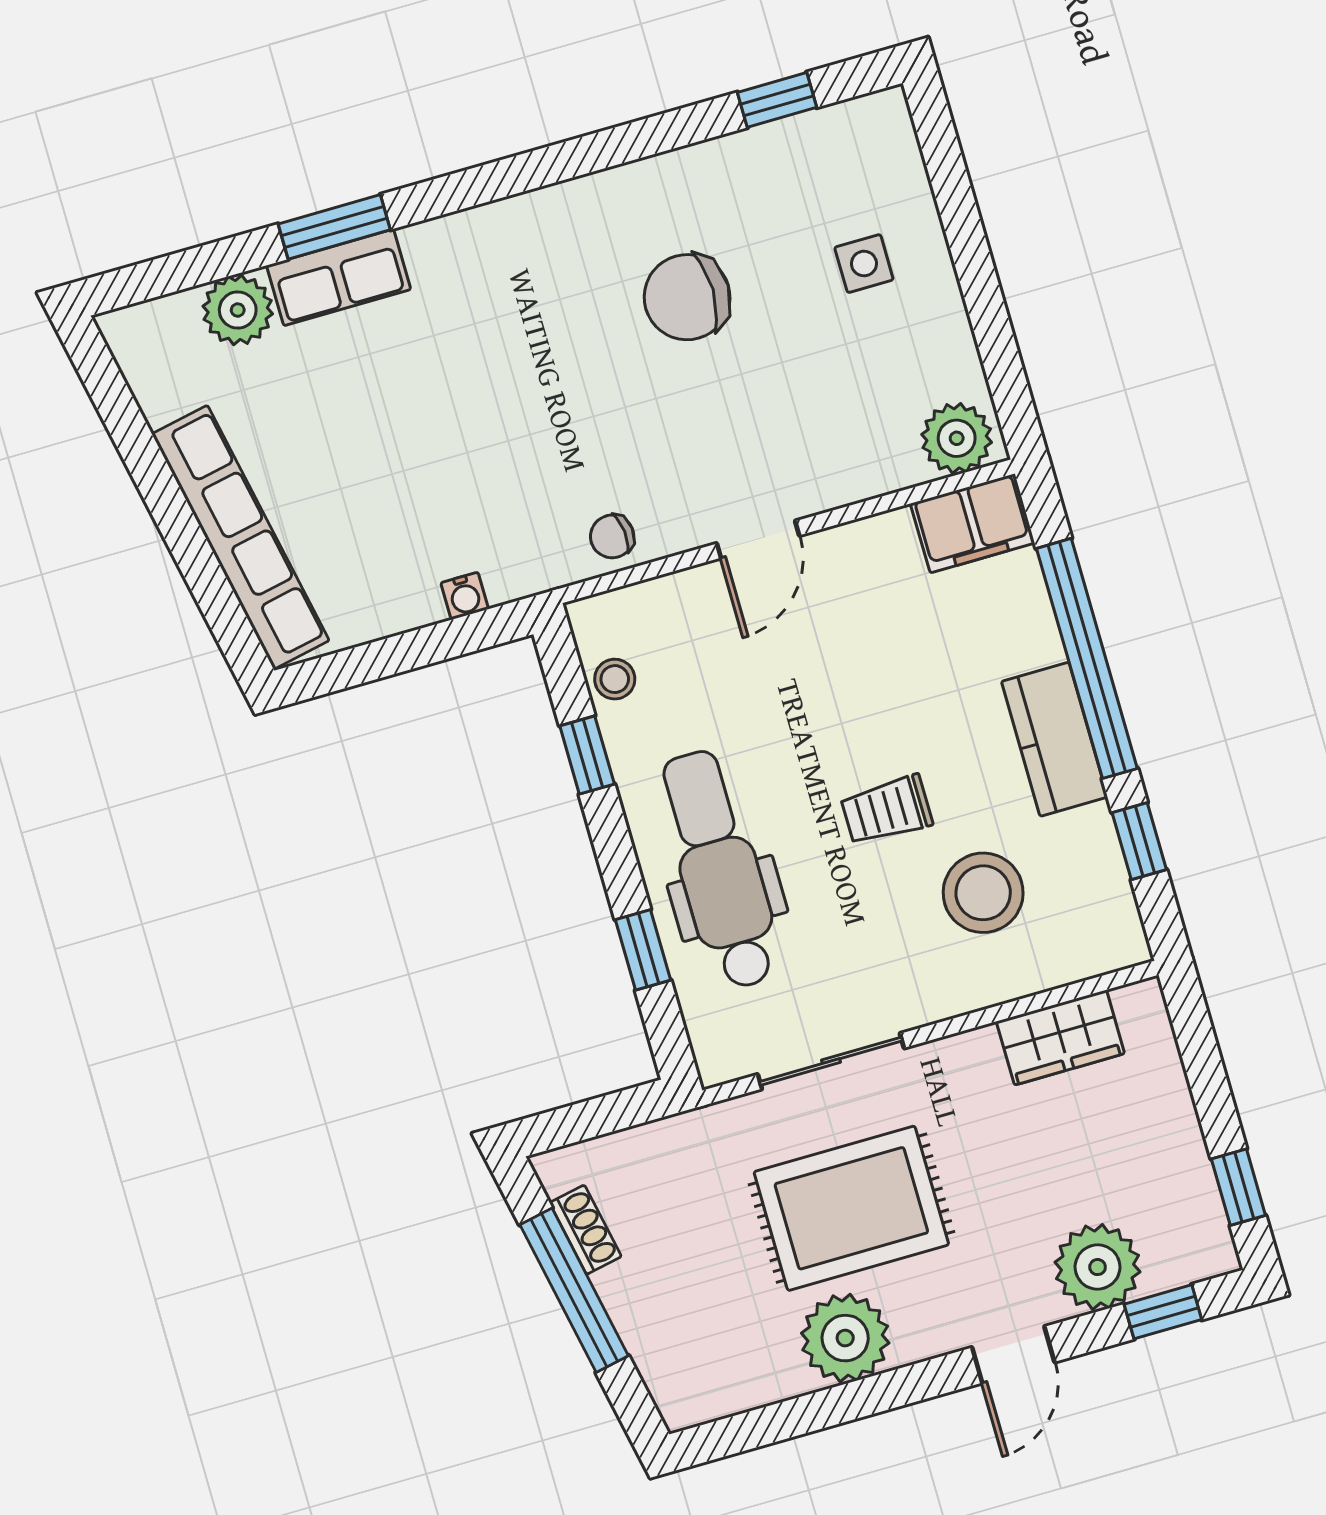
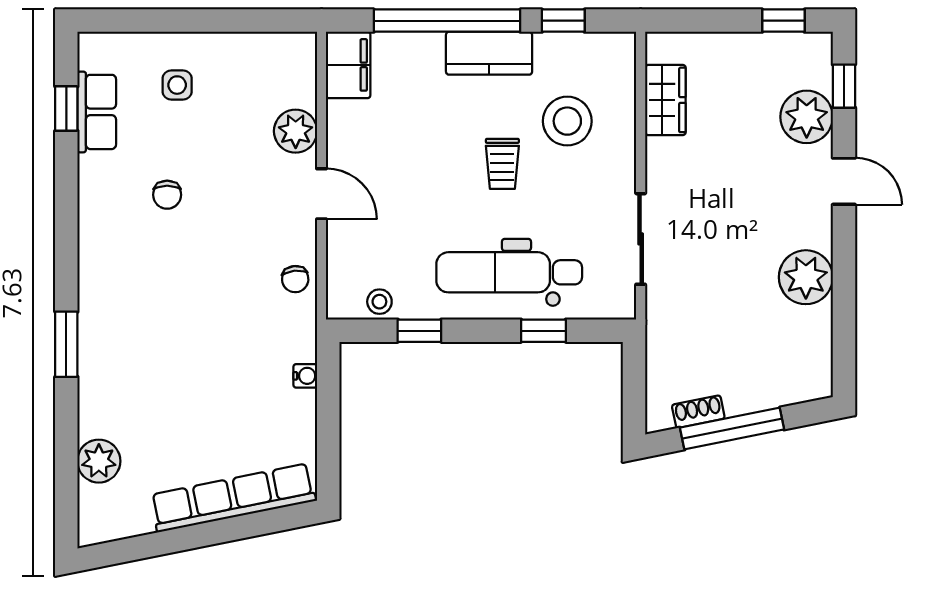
window: (334, 227) -> (66, 344), moved
row of seats: (339, 277) -> (97, 112), moved
chair: (687, 297) -> (167, 195), width x0.54, depth x0.54
plant: (957, 438) -> (296, 131), moved
rug: (851, 1208) -> (731, 252), removed

